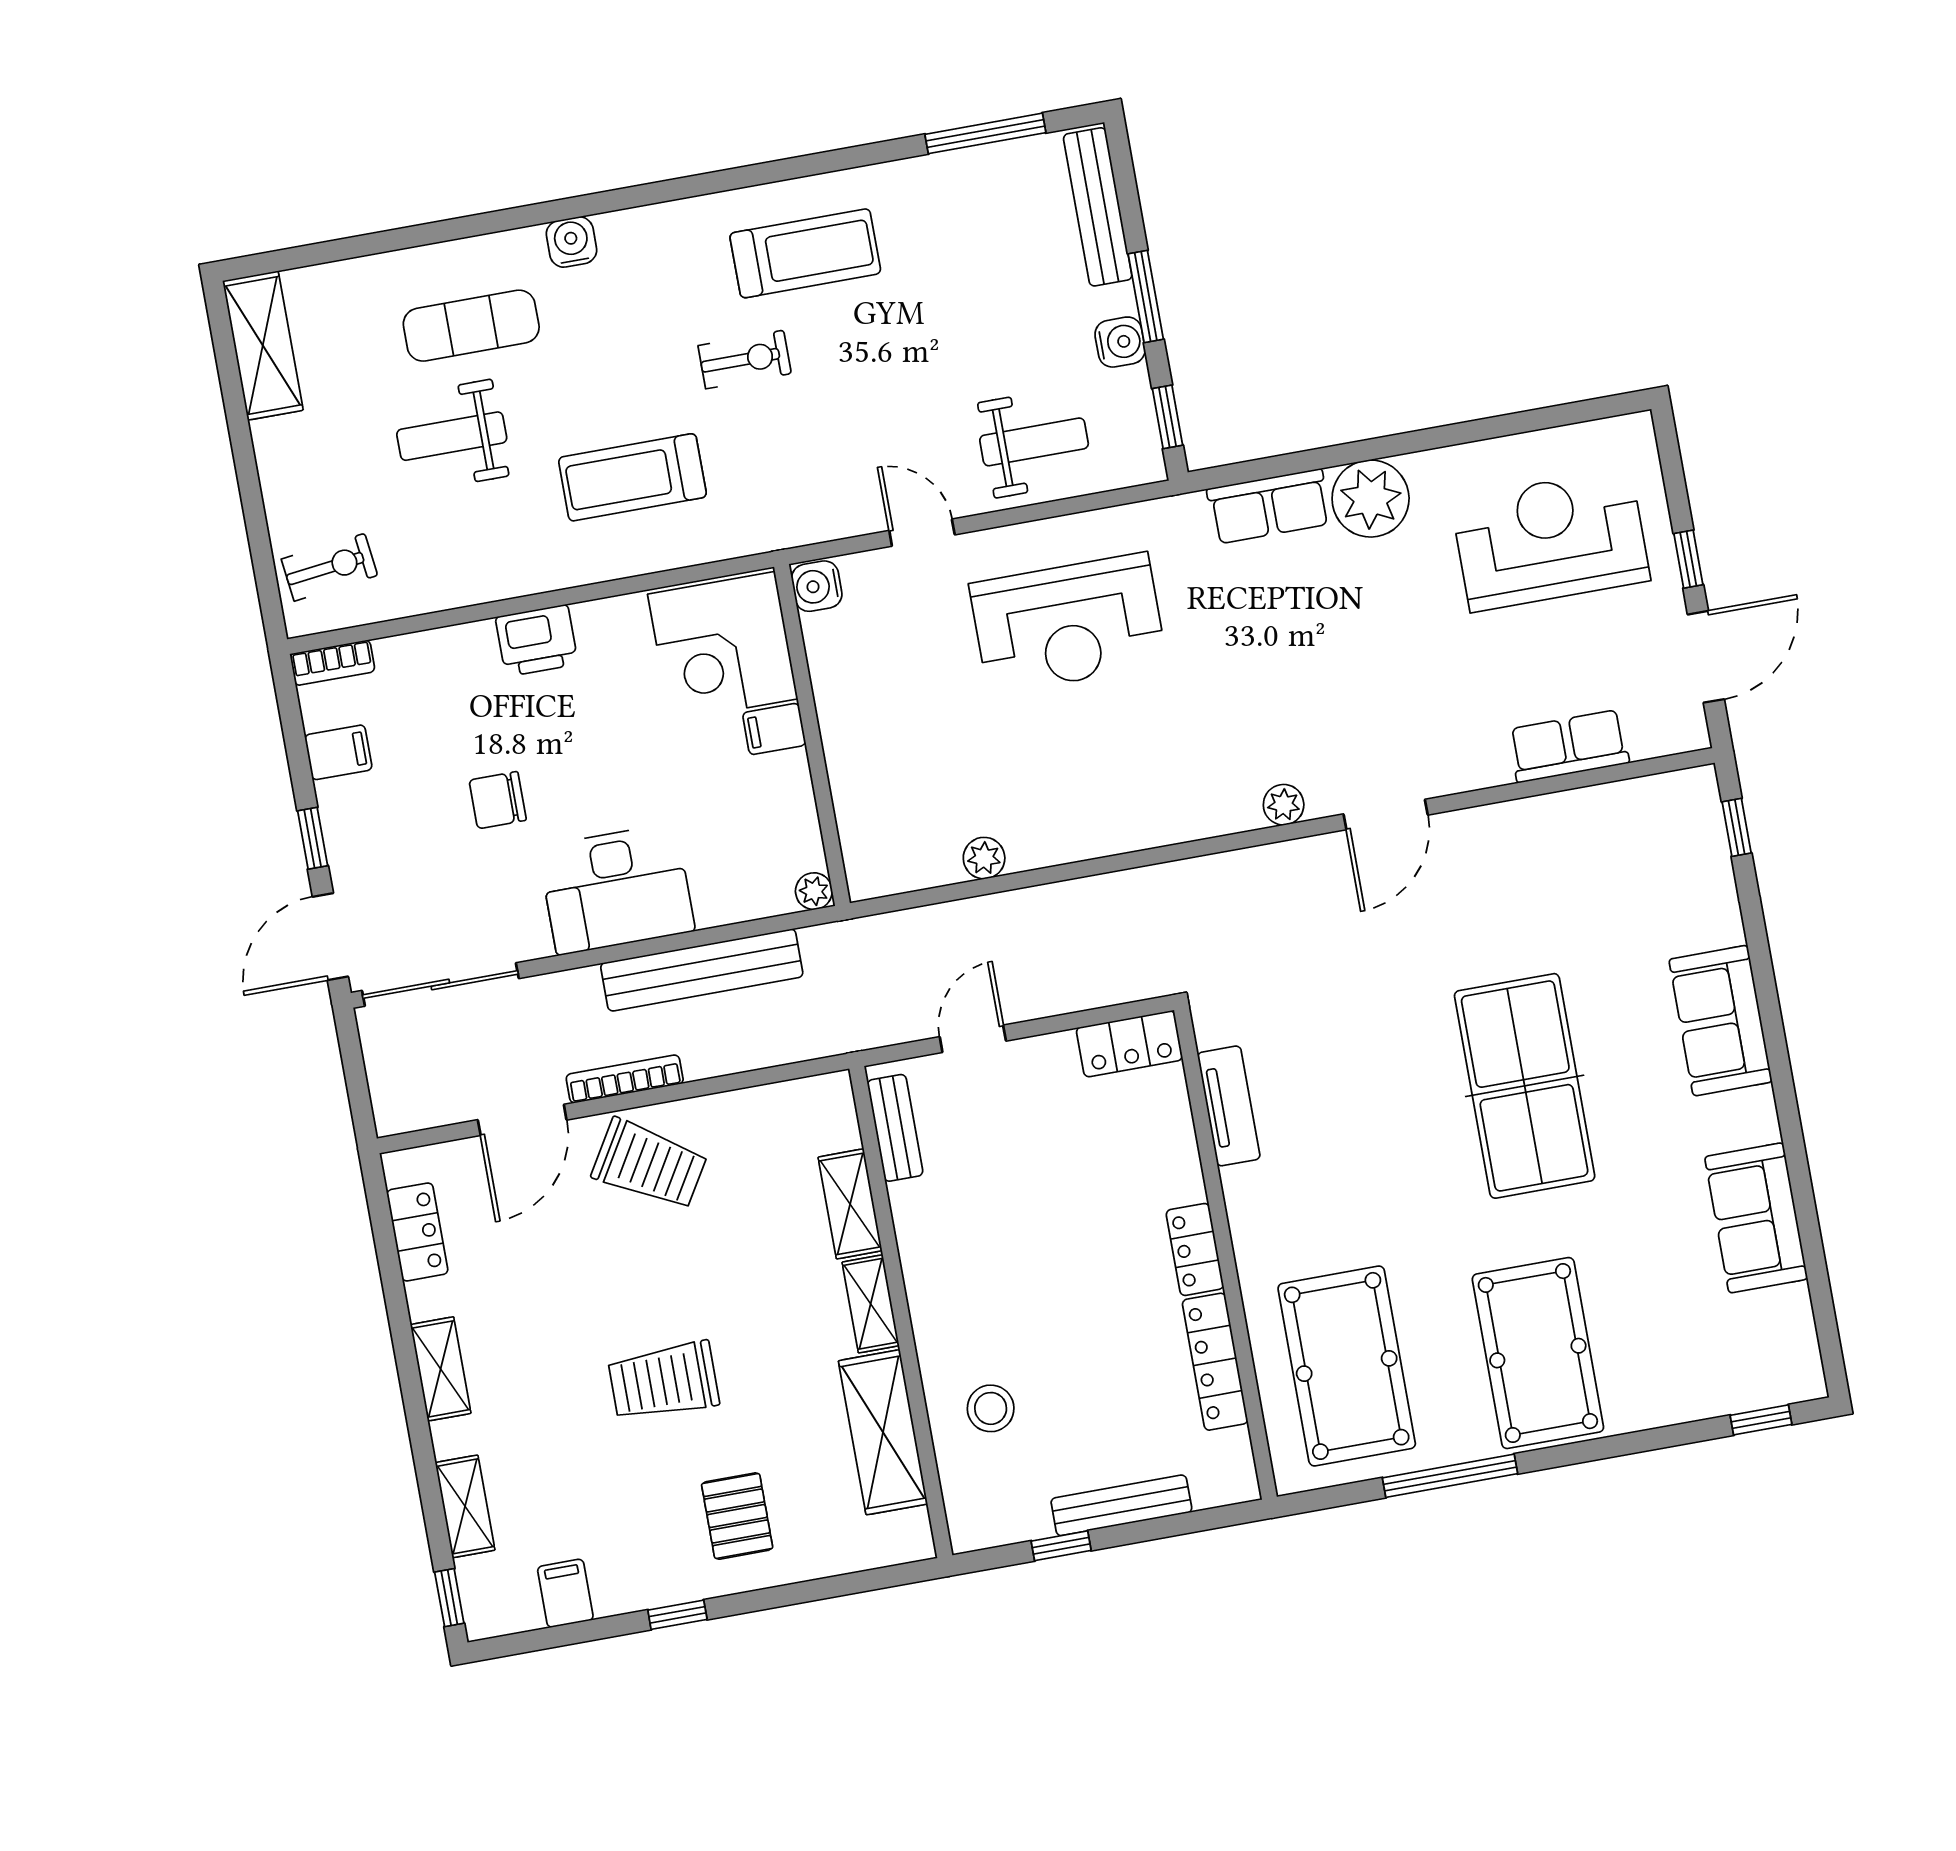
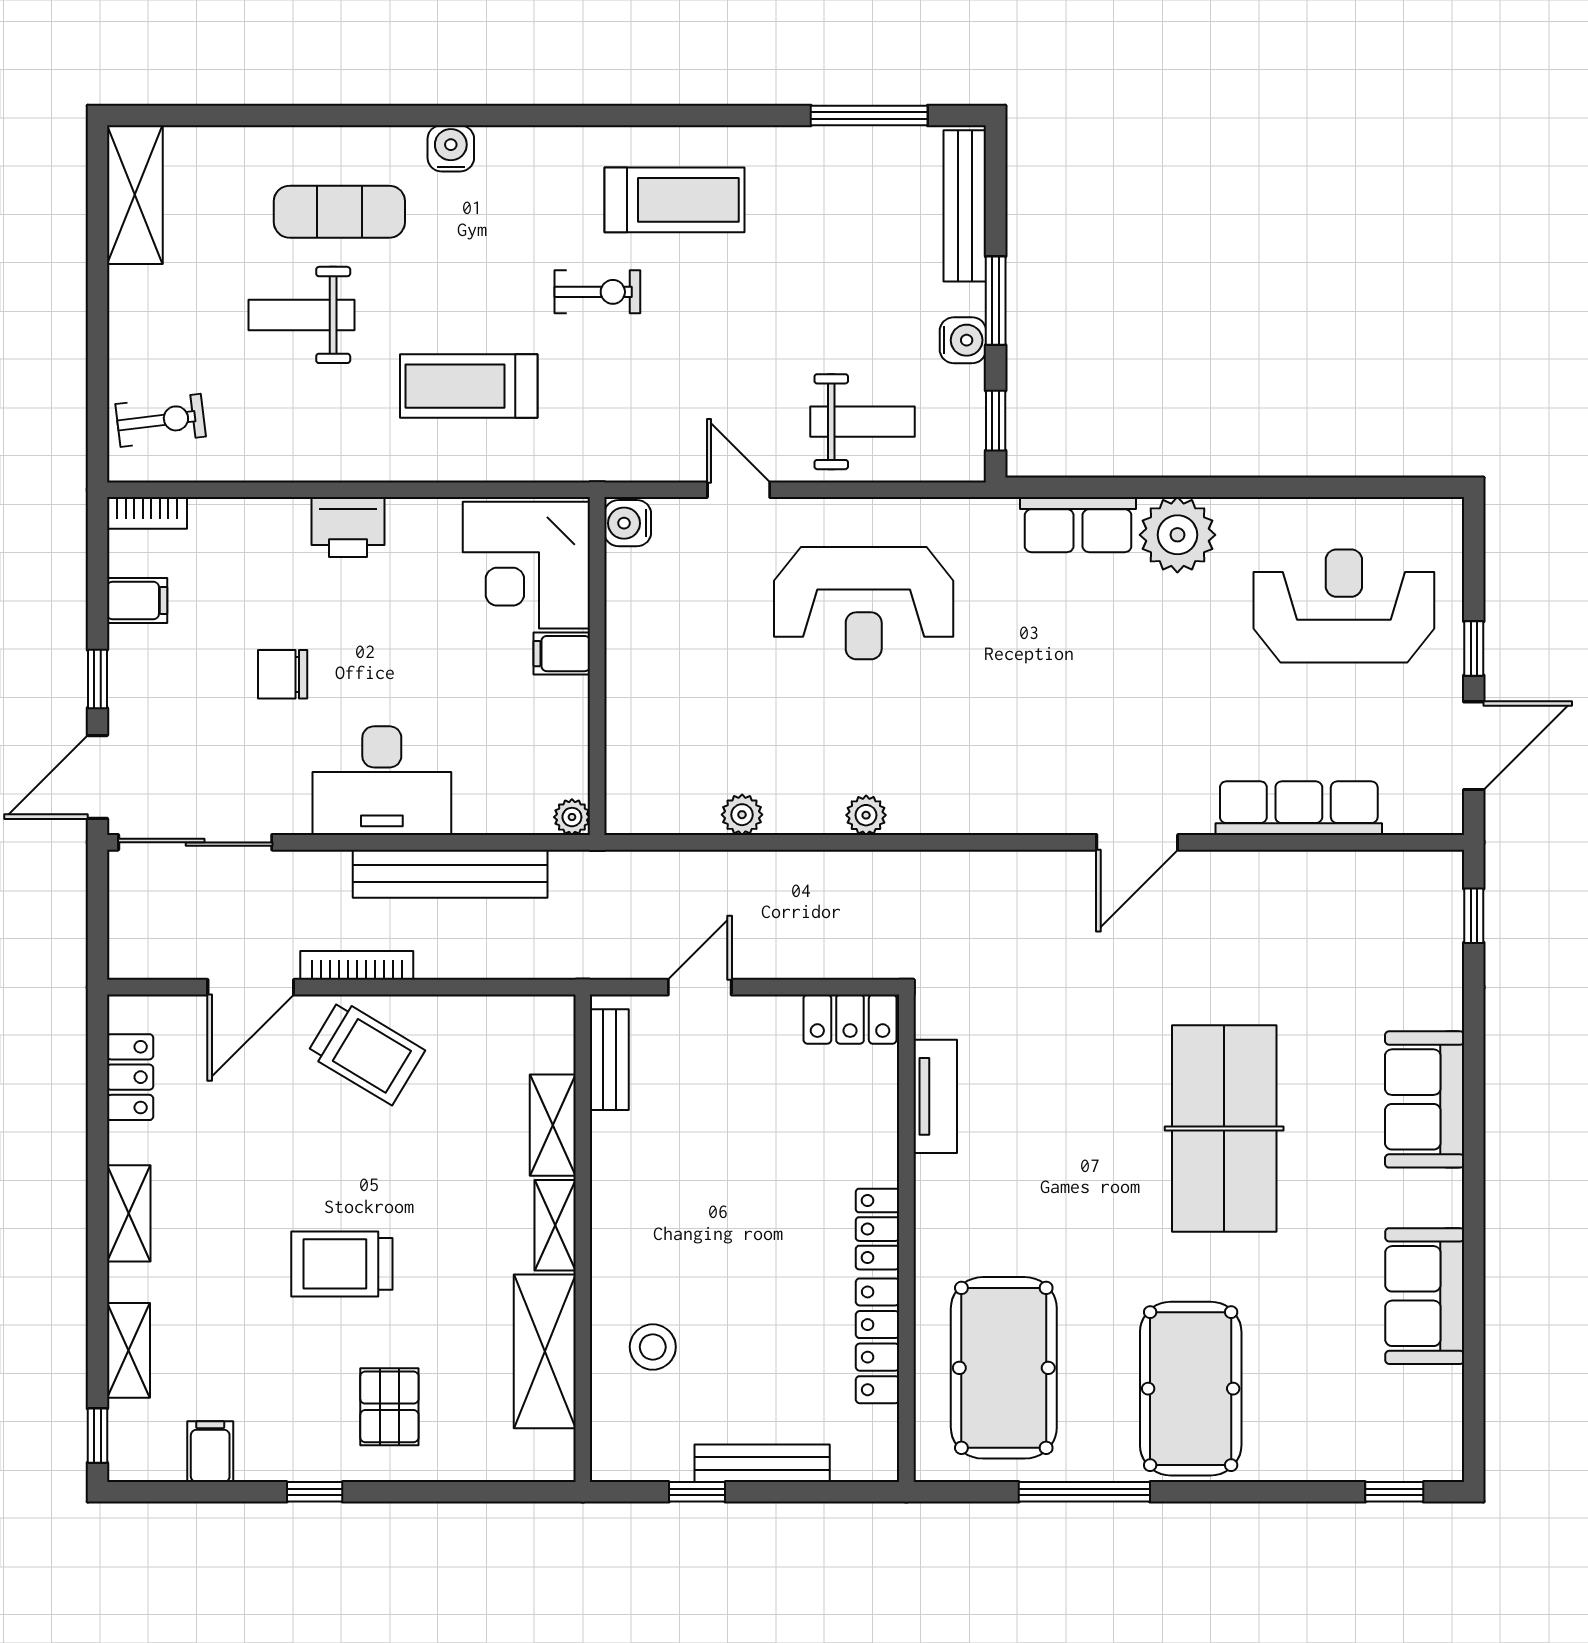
row of seats: (1569, 746) -> (1299, 808), width x1.48
plant: (1284, 805) -> (866, 815), moved

